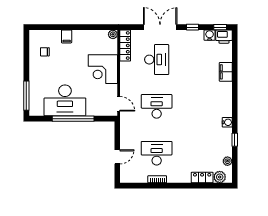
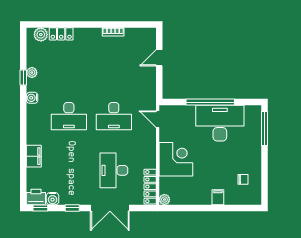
desk: (157, 153) -> (69, 116), moved
plant: (227, 161) -> (32, 73), moved

